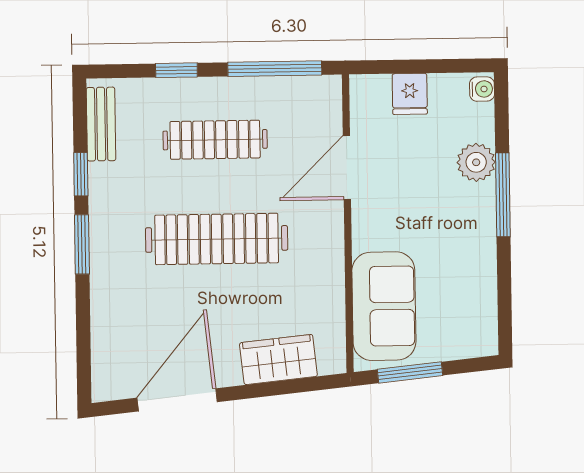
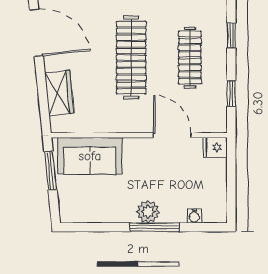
window: (275, 69) -> (231, 94), width x0.46
water cooler: (482, 89) -> (194, 216), moved
fridge: (410, 94) -> (215, 148), moved
plant: (476, 162) -> (148, 212), moved

